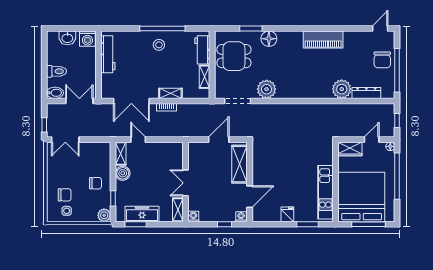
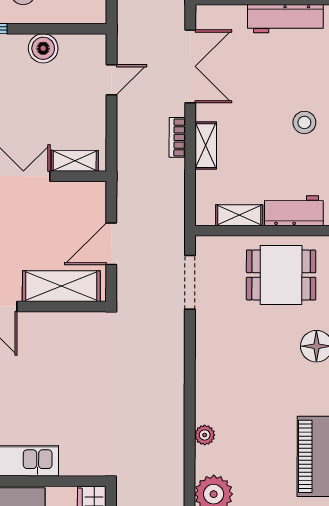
dining table: (234, 56) -> (281, 275), turned 90
plant: (267, 89) -> (205, 435), moved, width x0.53, depth x0.53
double door: (131, 101) -> (190, 66), swing flipped
door: (219, 140) -> (111, 244), swing flipped
shelving: (121, 154) -> (75, 161), moved

